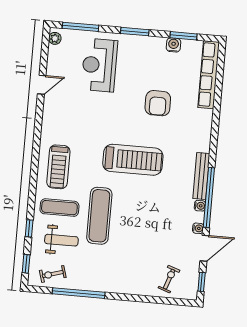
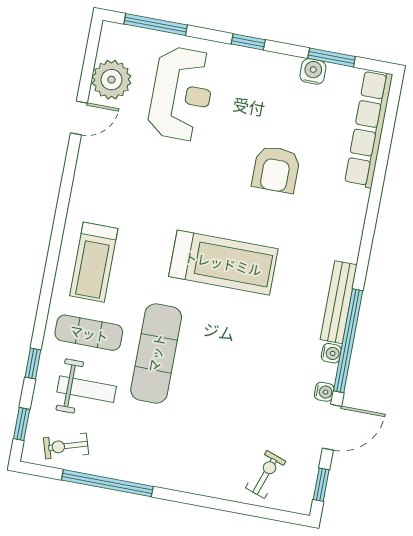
window: (135, 32) -> (248, 42), width x0.67
plant: (55, 38) -> (111, 80), moved, width x1.87, depth x1.87
reception desk: (99, 65) -> (182, 94), turned 180

